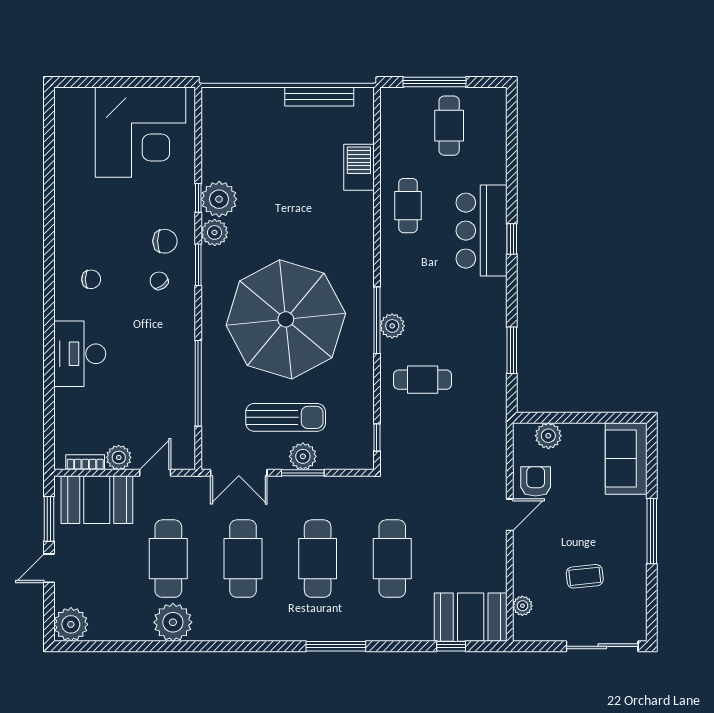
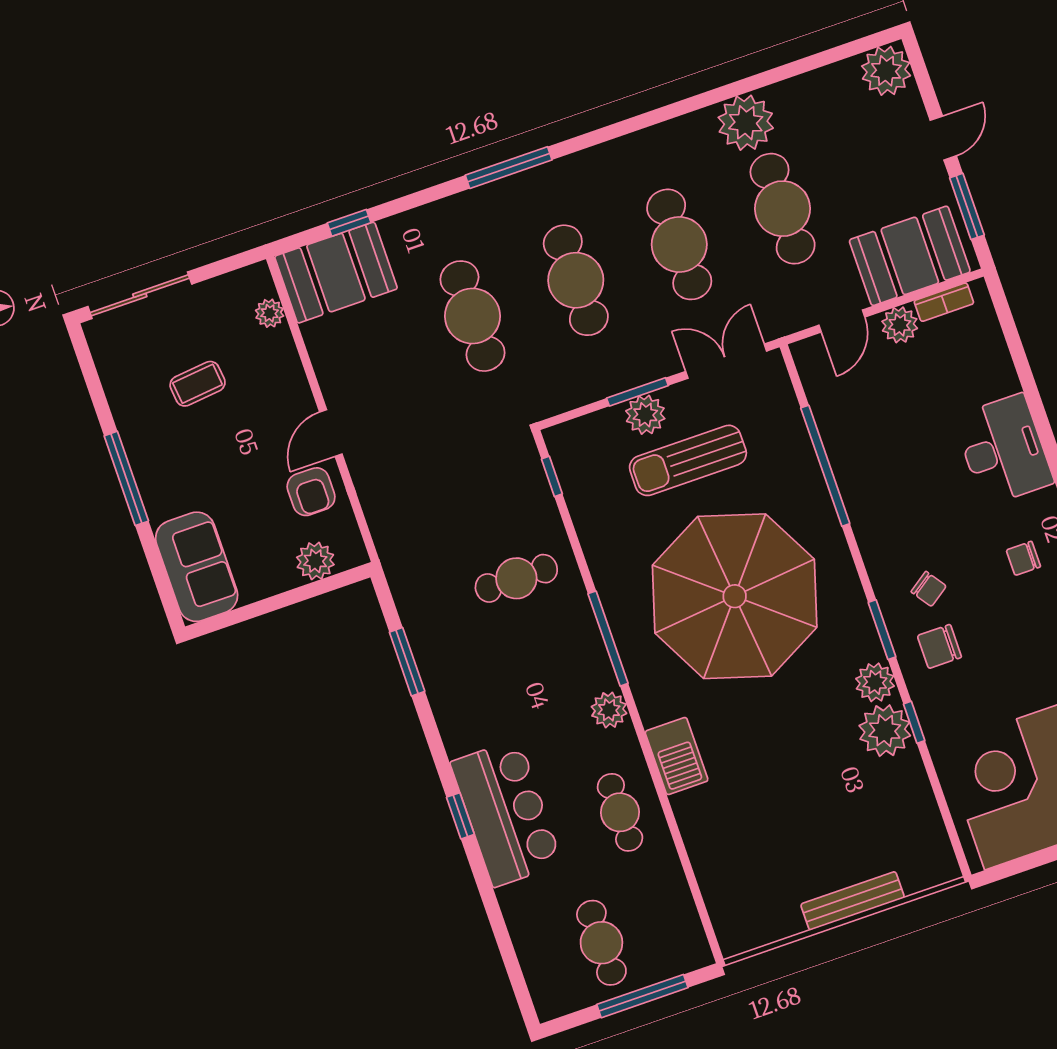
bench: (319, 97) -> (852, 901), moved
barbecue: (359, 167) -> (677, 756), moved
plant: (392, 326) -> (609, 710), moved

